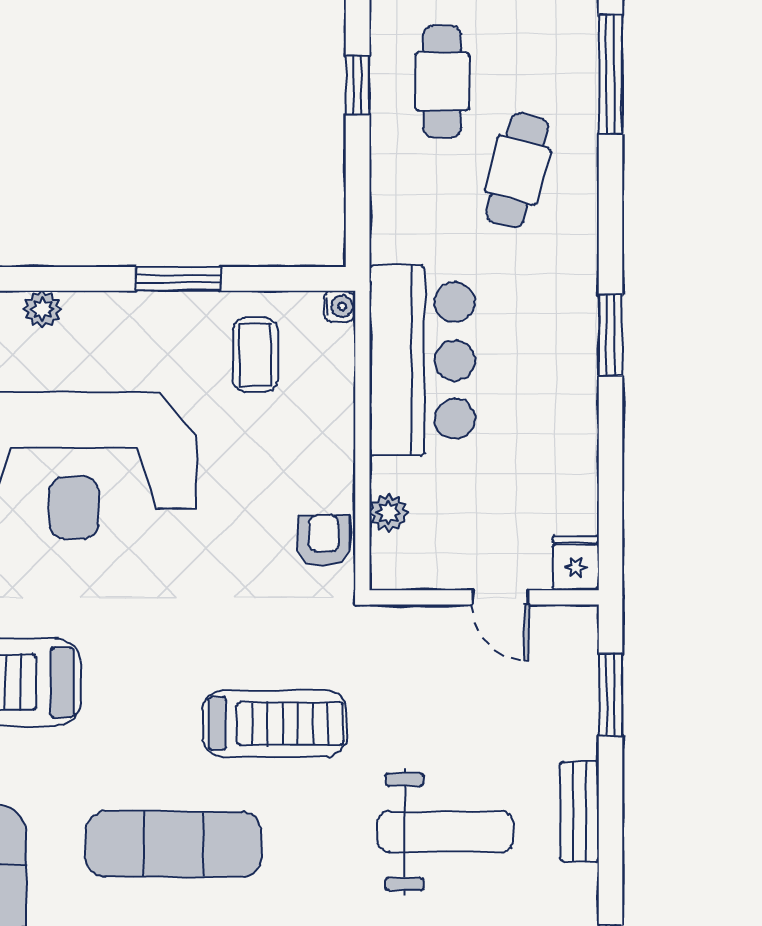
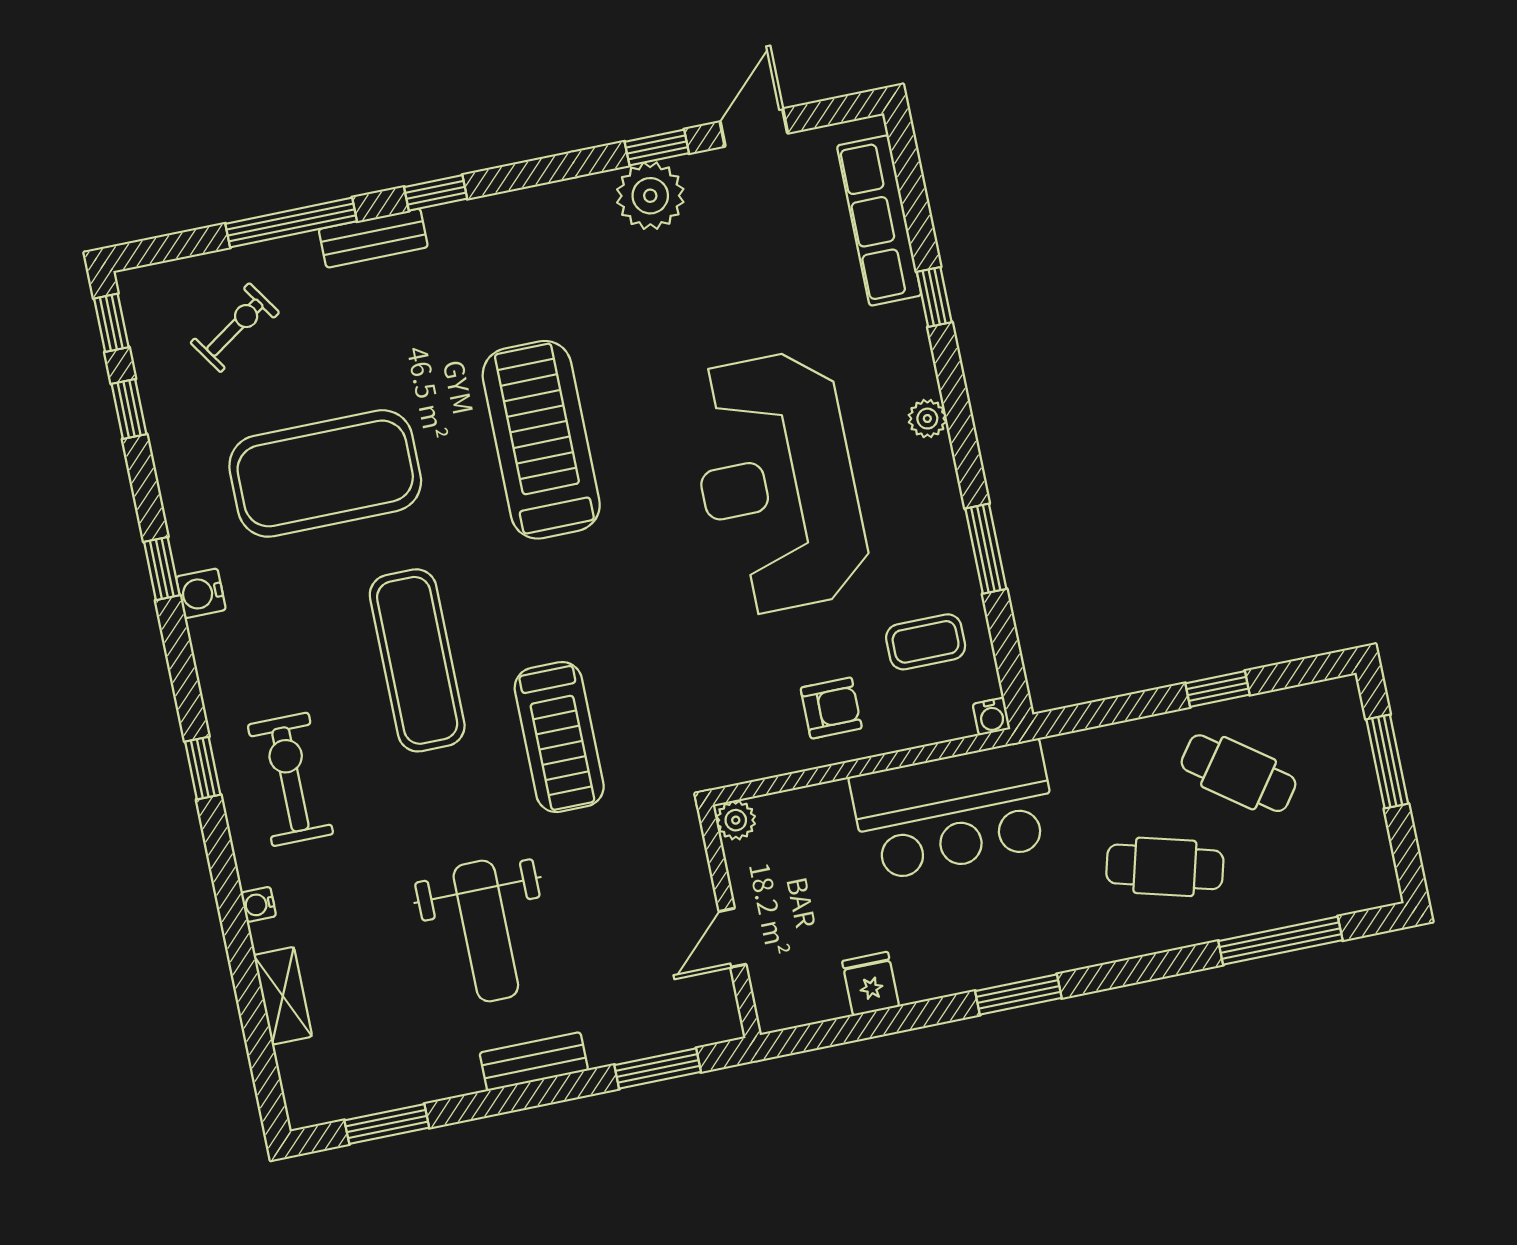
cafe table: (442, 81) -> (1239, 773), turned 36
plant: (388, 513) -> (736, 820), moved
armchair: (324, 541) -> (831, 708), moved
fridge: (576, 563) -> (871, 984), moved, turned -90

